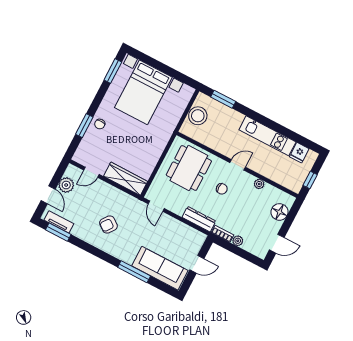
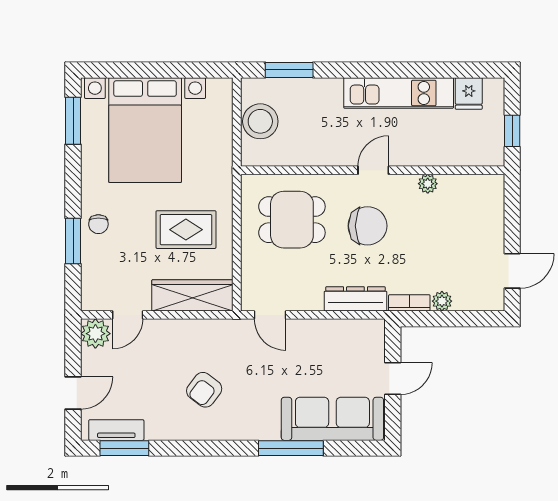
rug: (138, 147) -> (186, 230), added
dining table: (189, 168) -> (292, 220), width x0.73
plant: (66, 185) -> (95, 334), moved
chair: (222, 189) -> (368, 226), width x1.87, depth x1.87
door: (48, 195) -> (73, 393), hinge flipped
floor lamp: (279, 212) -> (488, 214), removed

